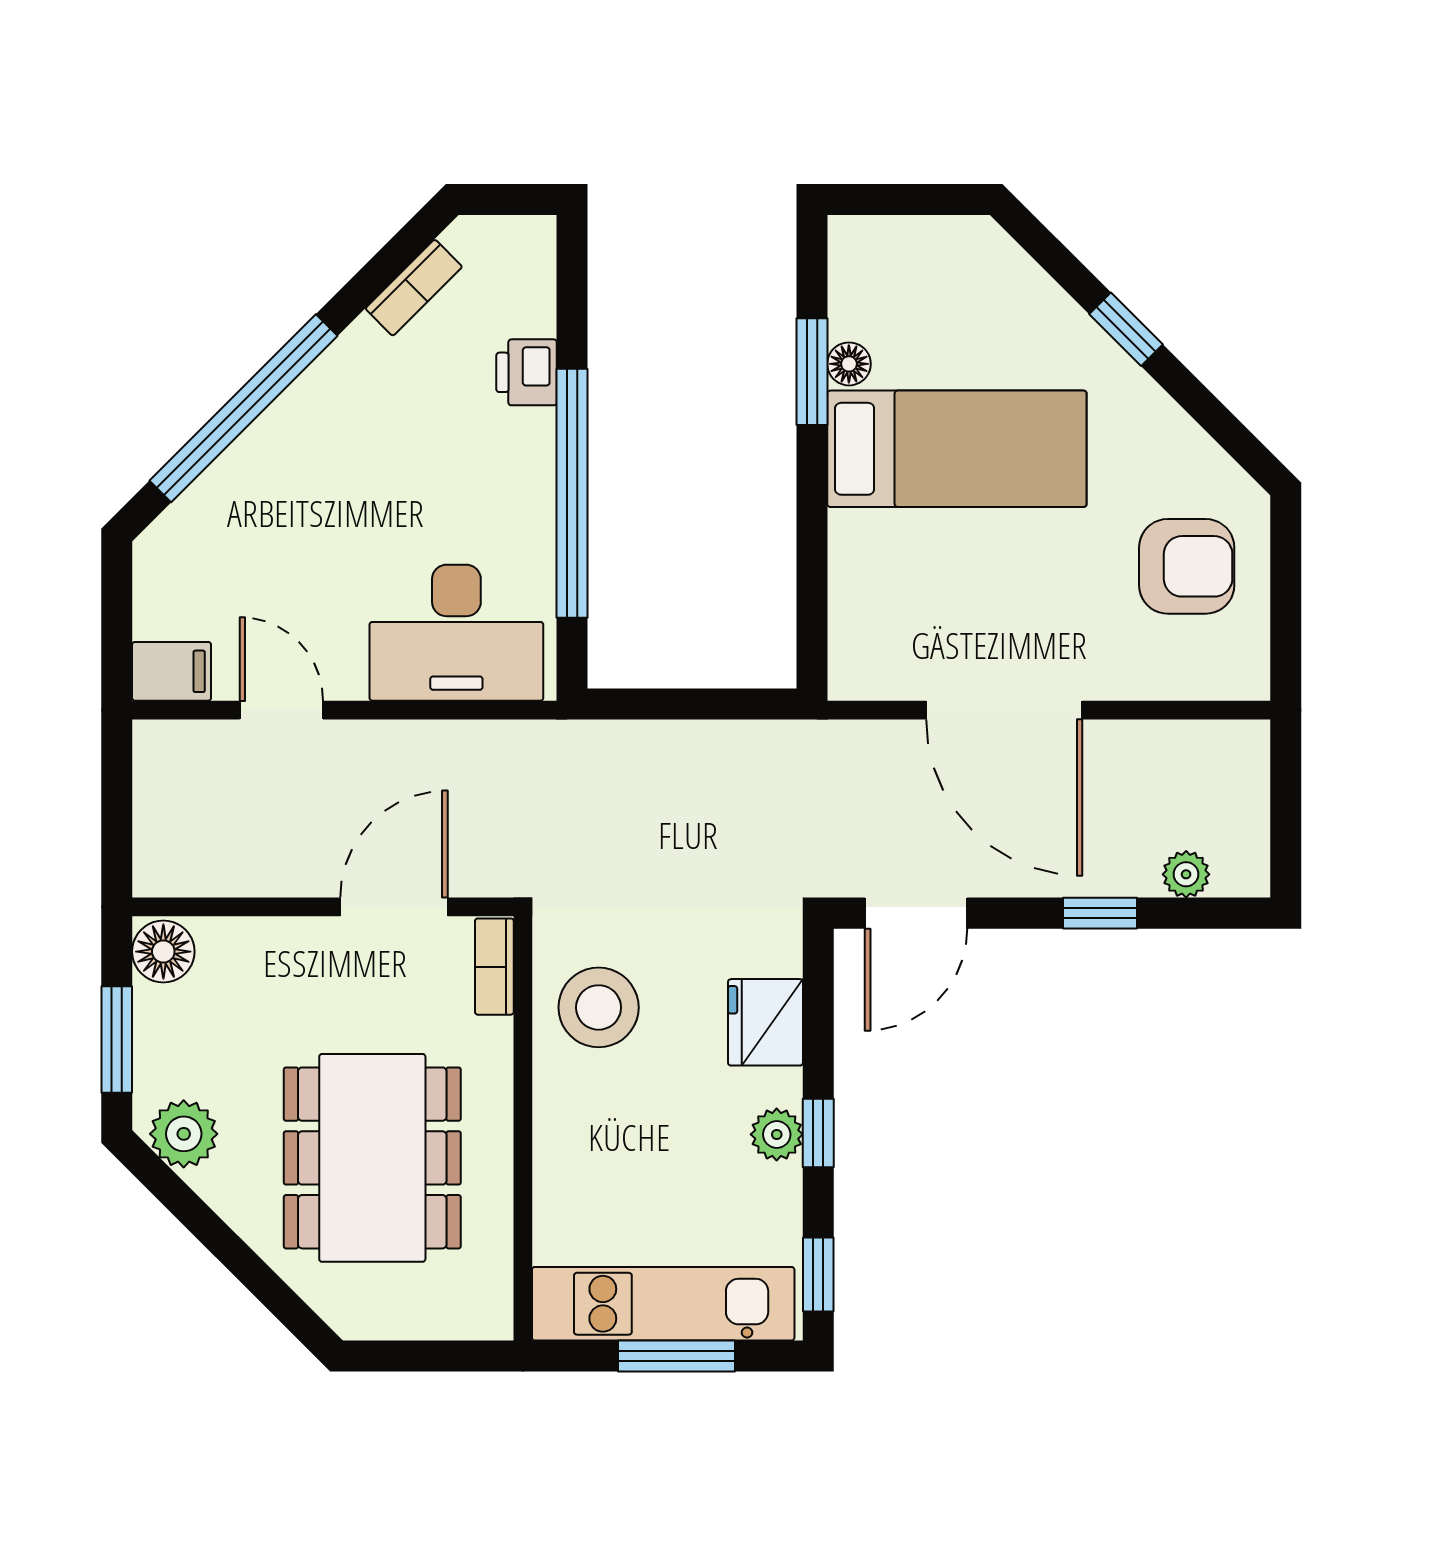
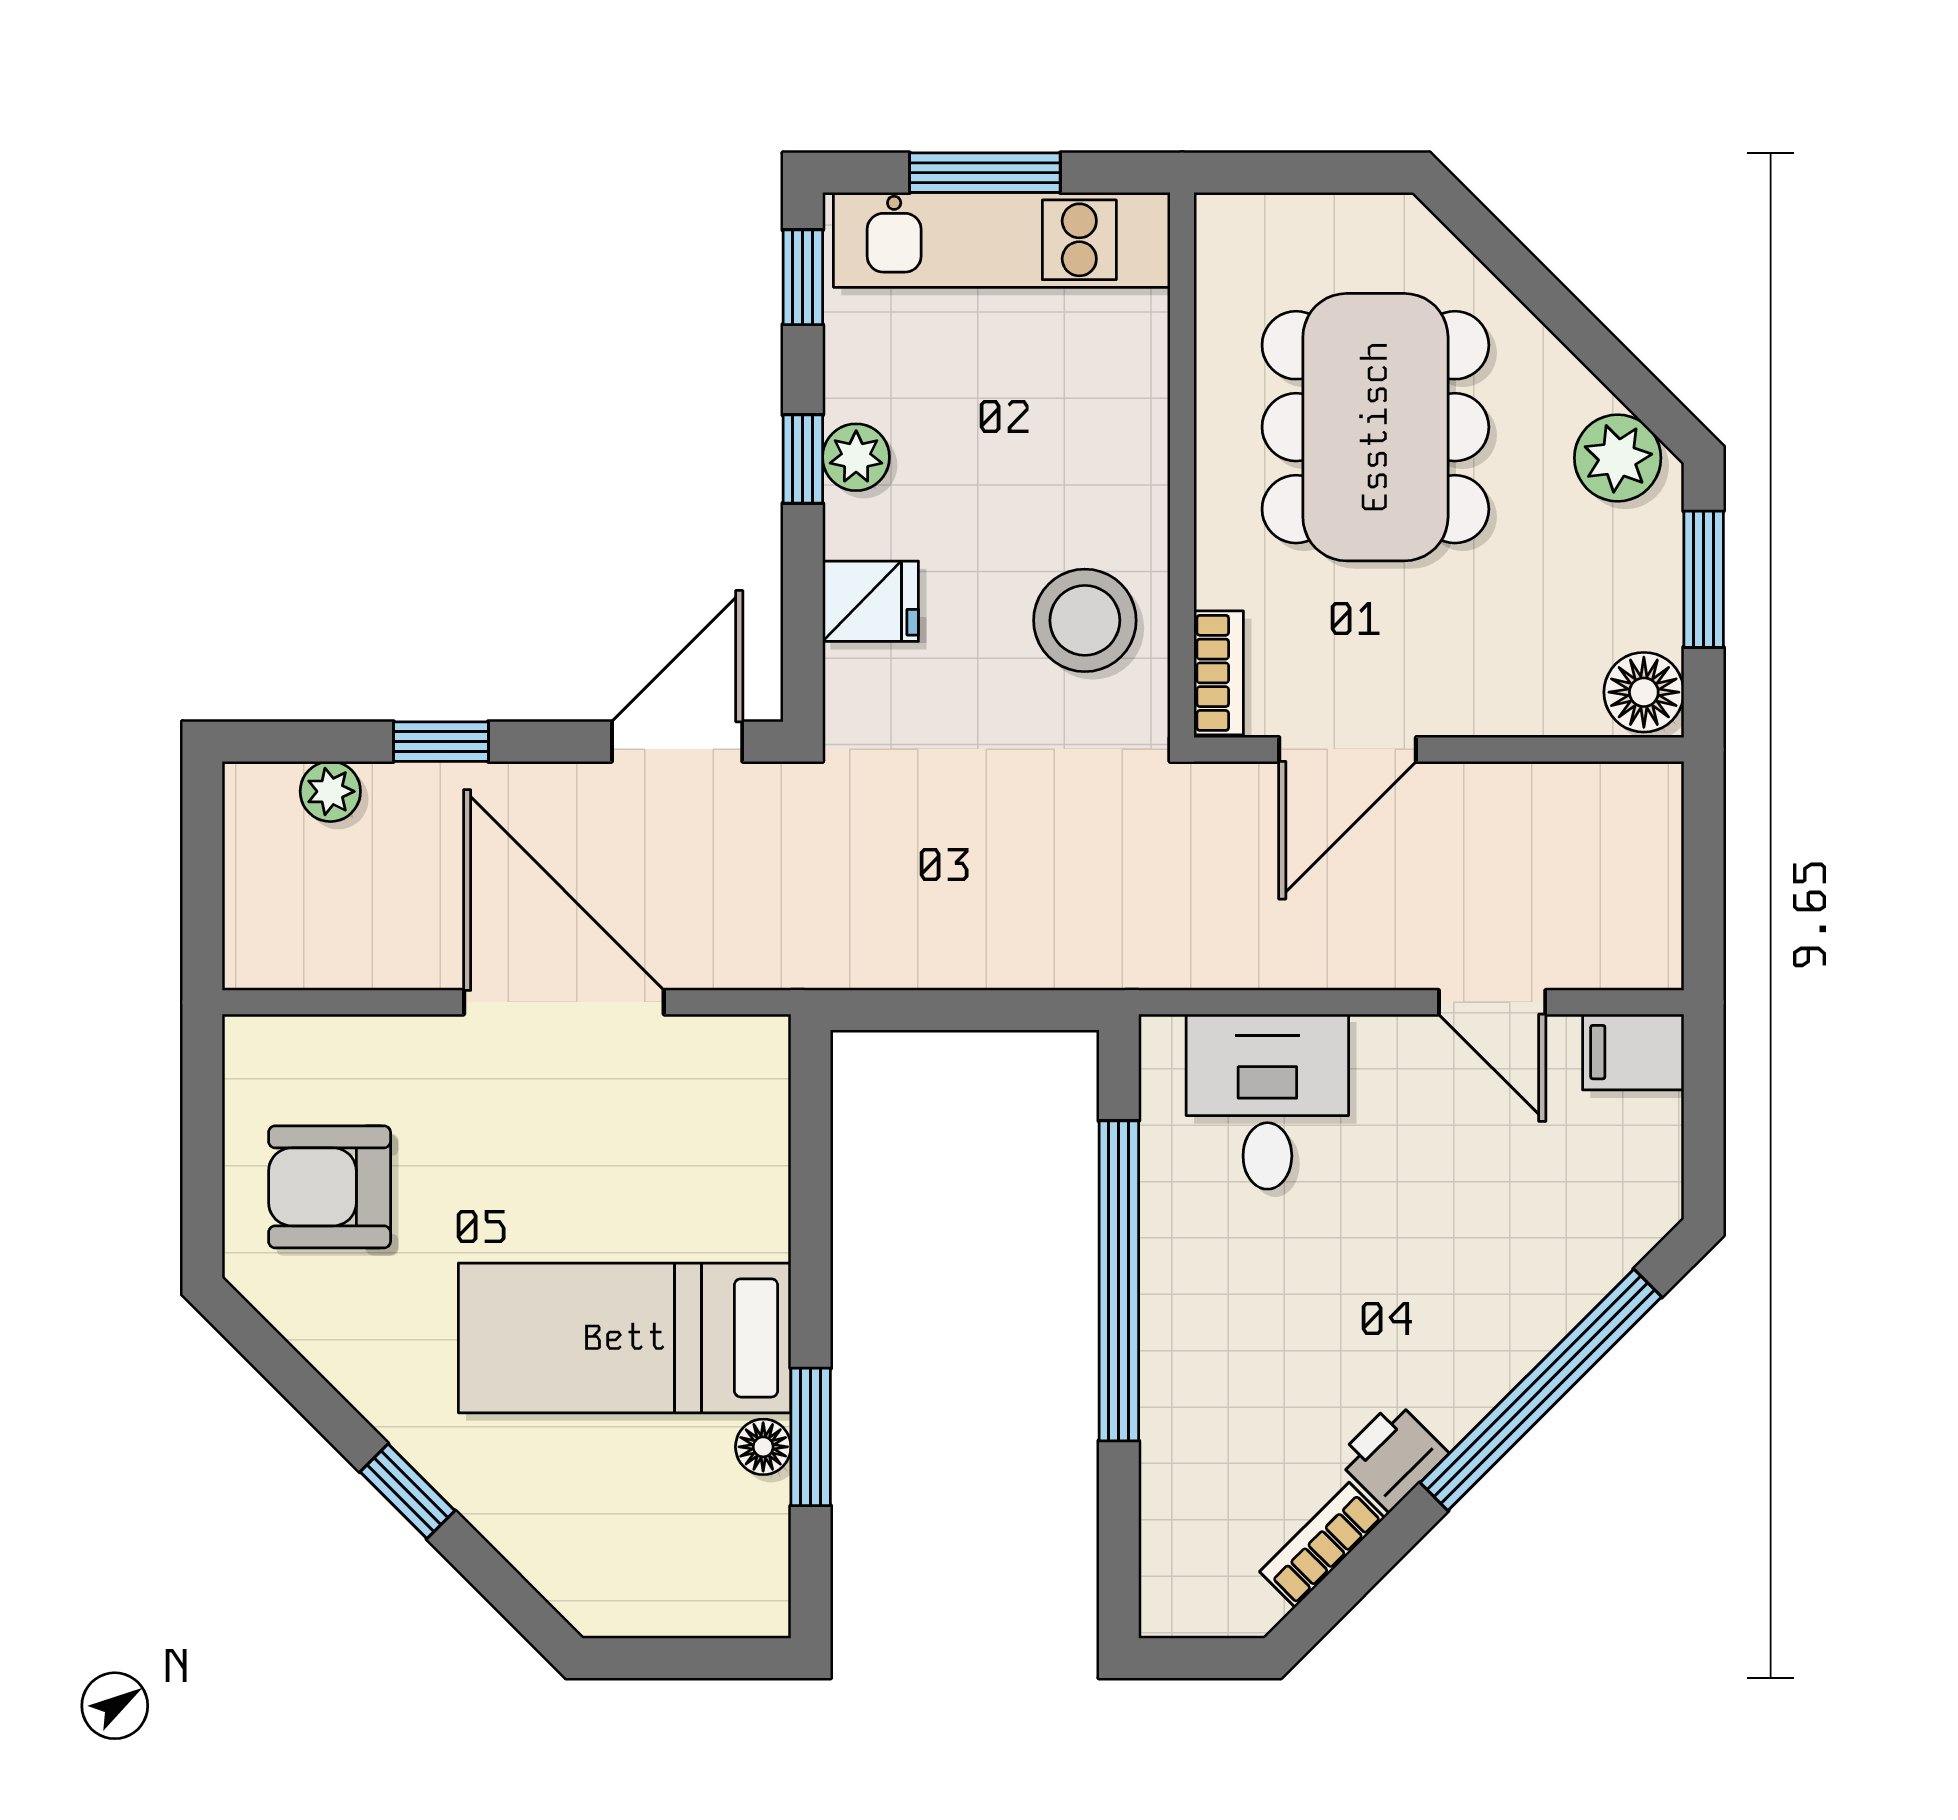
printer: (527, 372) -> (1392, 1456), moved, turned -135
desk: (456, 633) -> (1267, 1102), width x0.73
fridge: (765, 1022) -> (871, 601), width x0.72

